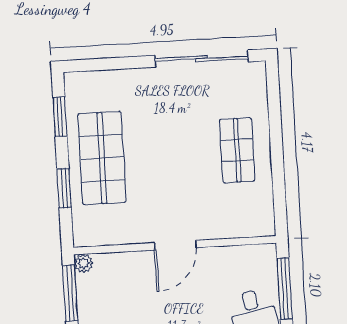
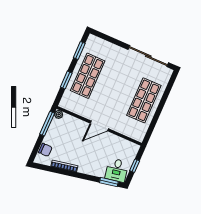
shop shelf: (237, 150) -> (144, 100), width x1.43, depth x1.36
window: (285, 288) -> (135, 166), width x0.46

